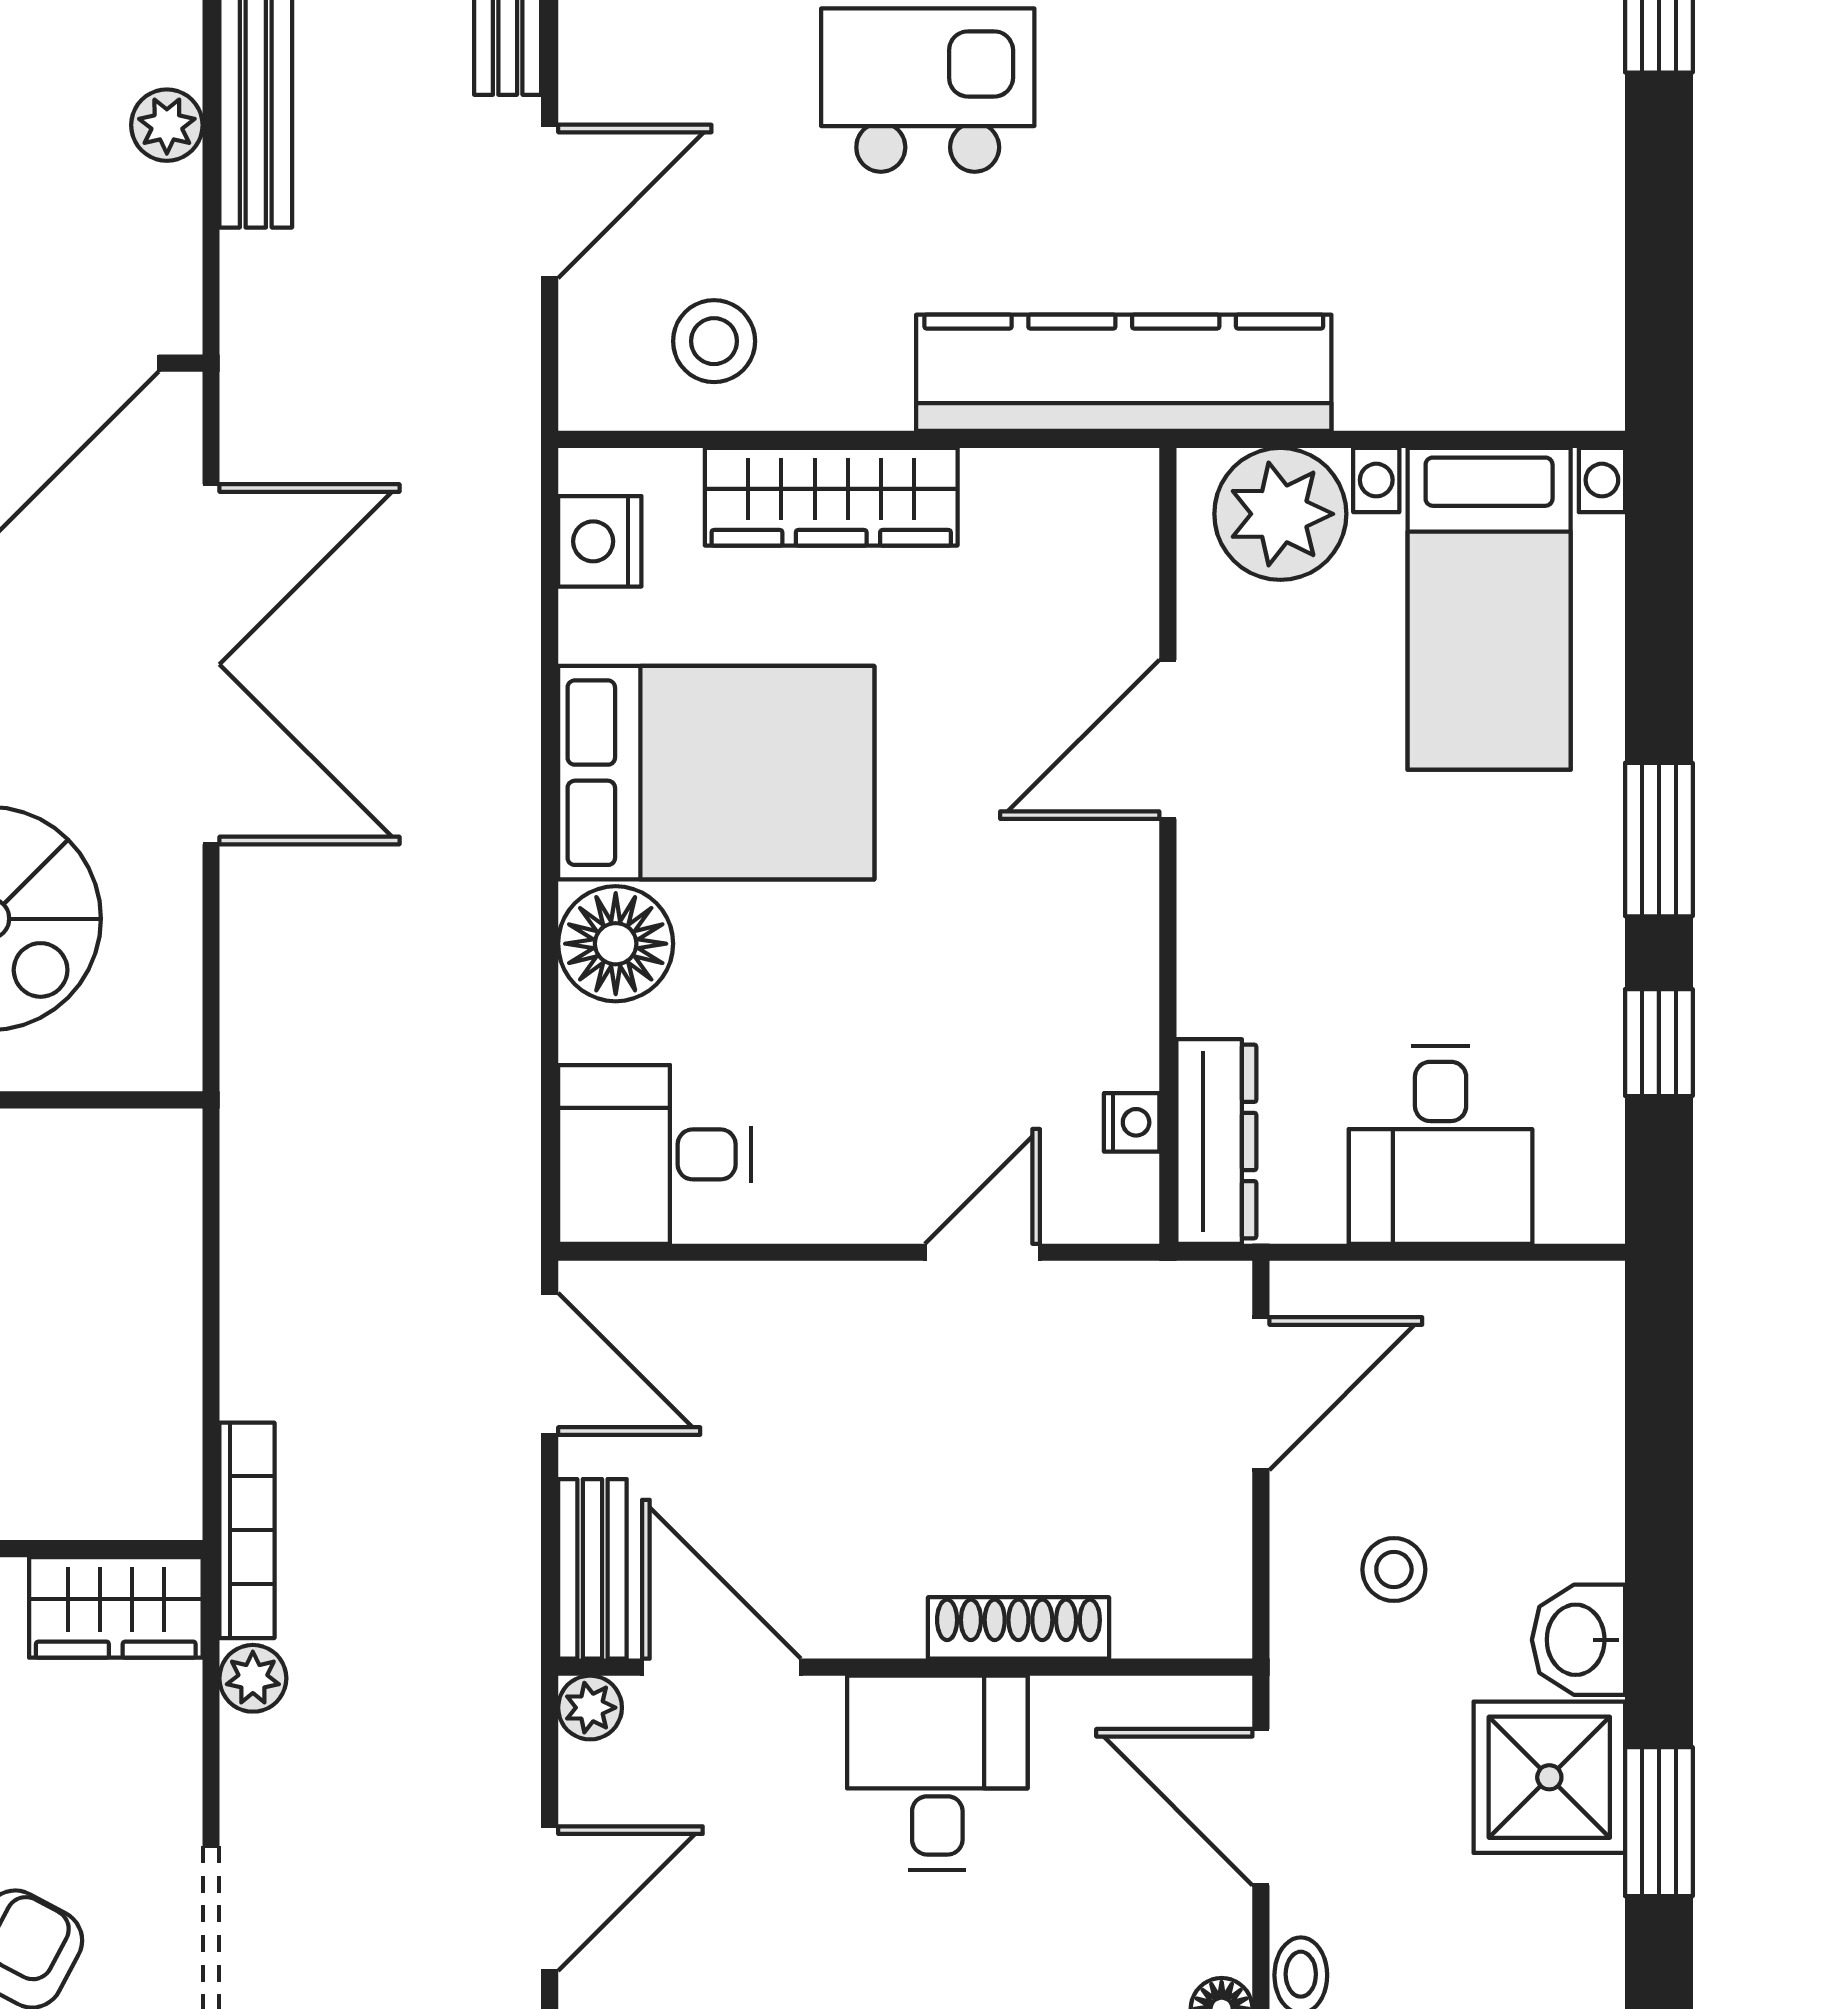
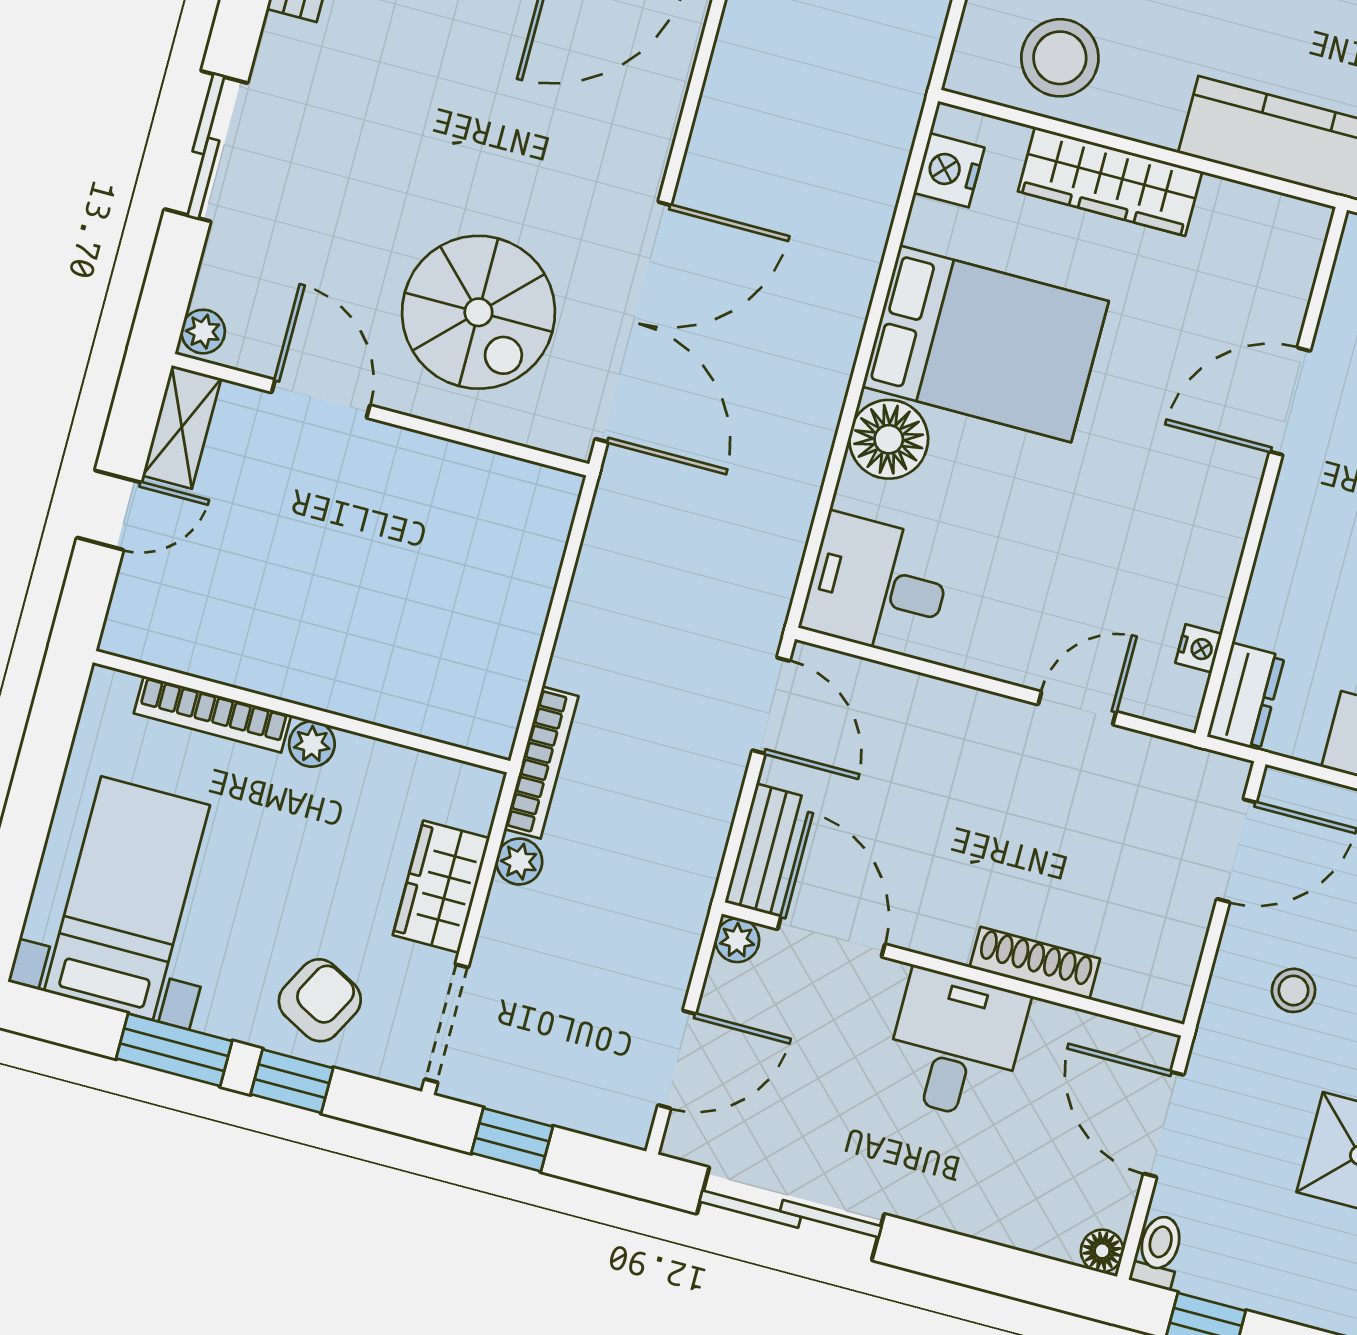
stool: (714, 341) -> (1060, 58), width x1.38, depth x1.38
double door: (211, 664) -> (633, 322), moved
dresser: (1216, 1141) -> (1246, 697), width x0.70
wardrobe: (116, 1607) -> (441, 887), moved, turned 90

